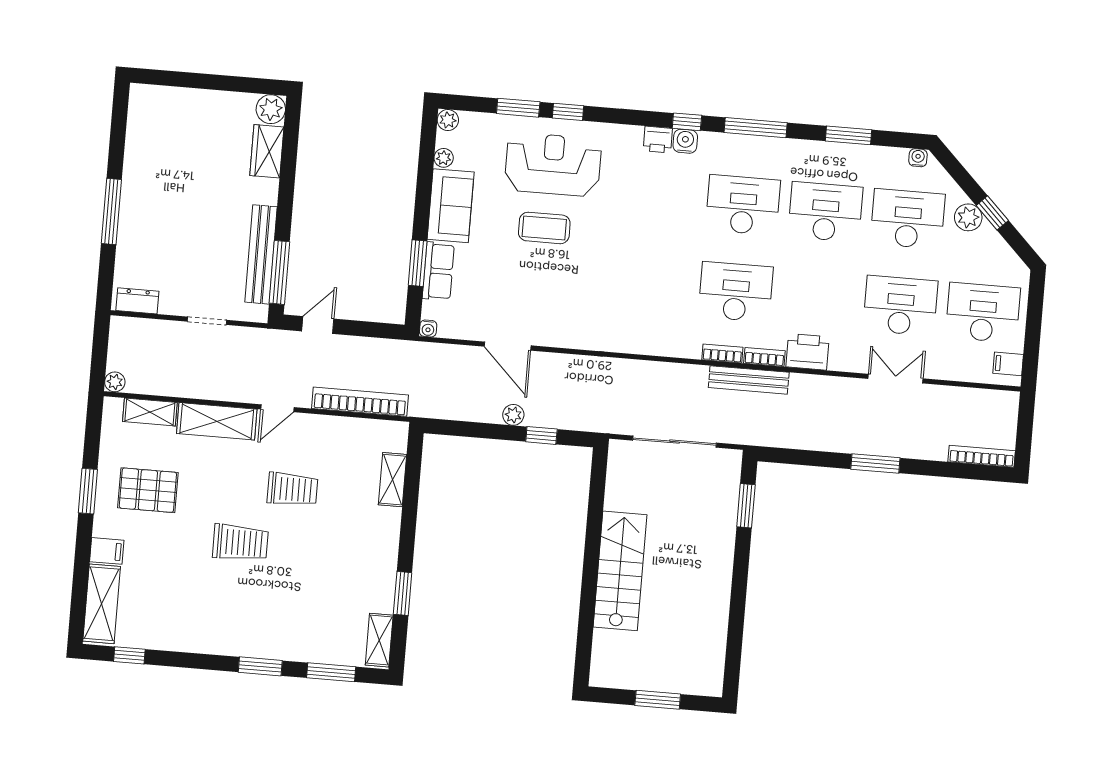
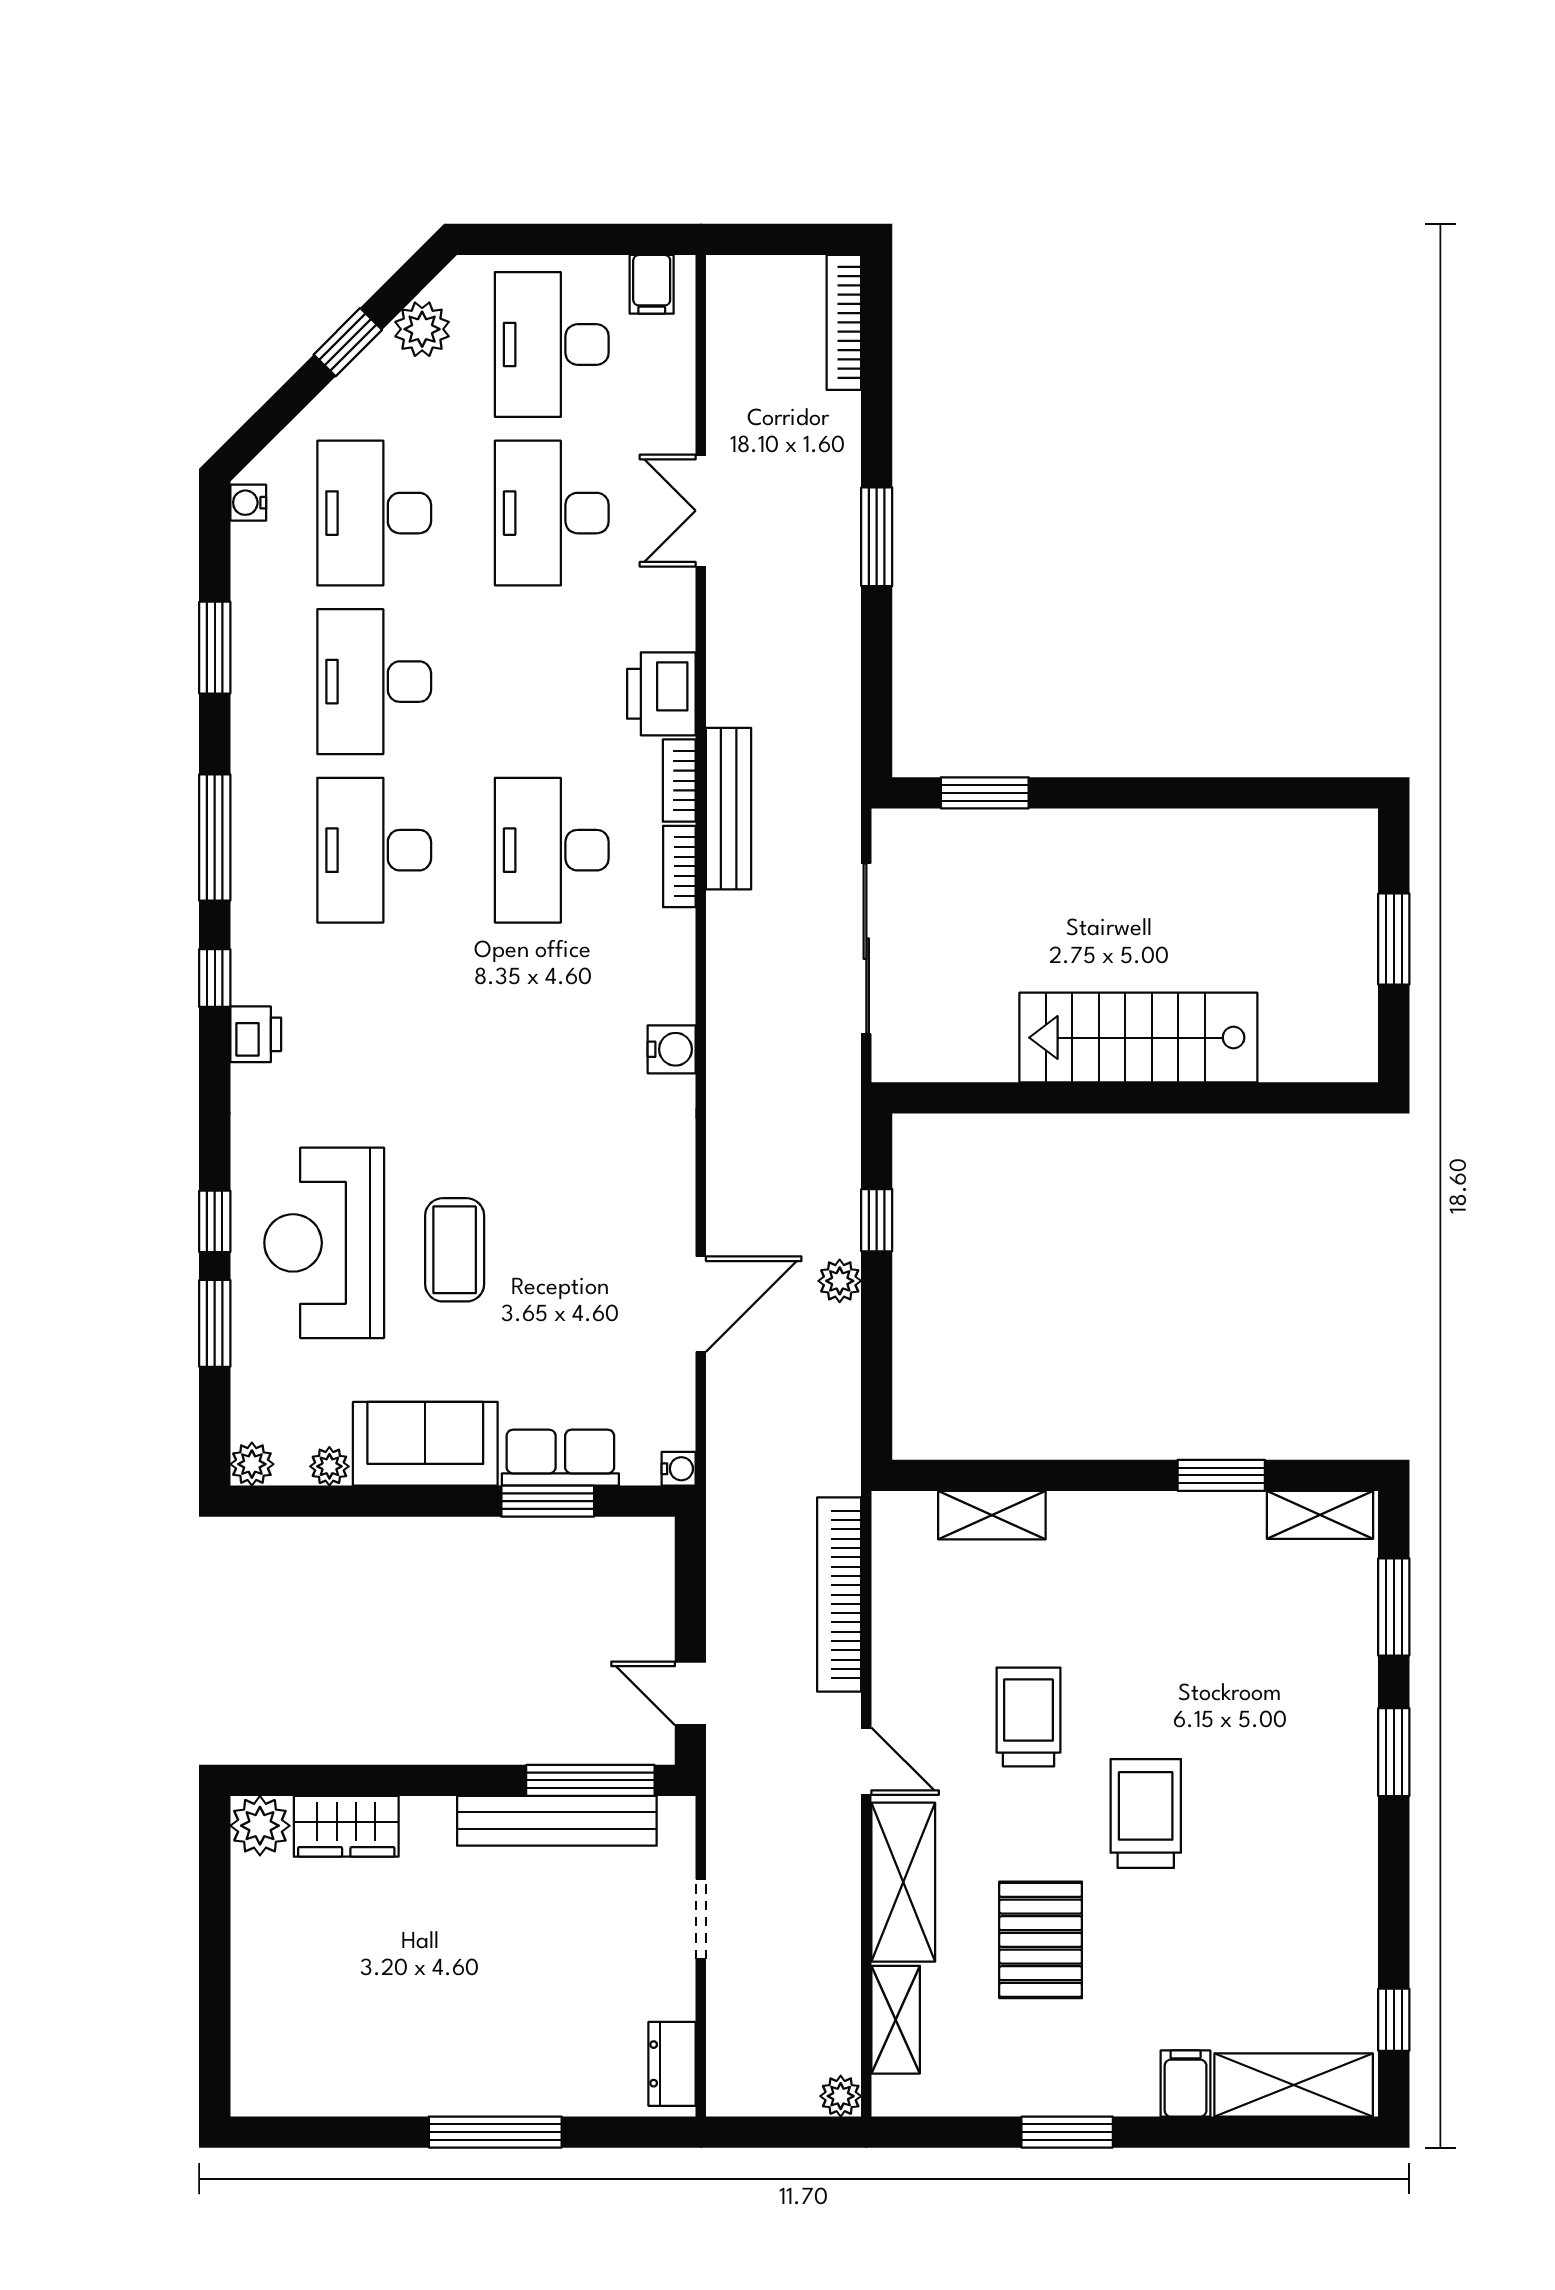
water cooler: (685, 141) -> (672, 1049), moved, turned 180
plant: (968, 217) -> (422, 329), moved
pallet: (148, 490) -> (1041, 1940), moved

